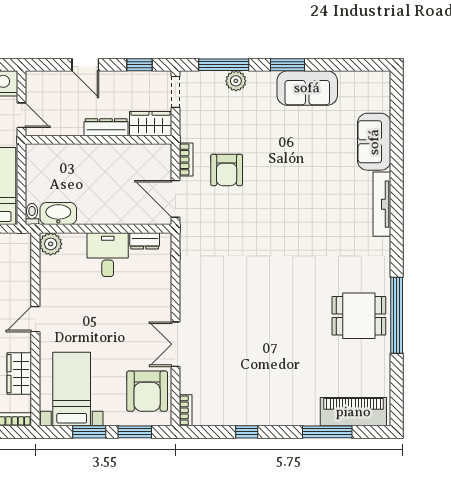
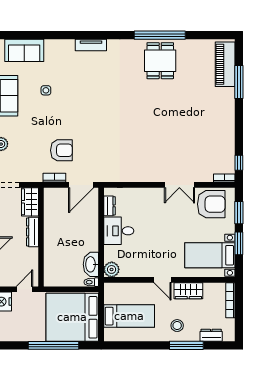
sofa: (374, 142) -> (24, 50), moved
side table: (315, 147) -> (46, 90), added
tv unit: (382, 204) -> (91, 45), width x0.71
wardrobe: (19, 374) -> (188, 291), moved
window: (247, 432) -> (239, 163), moved

